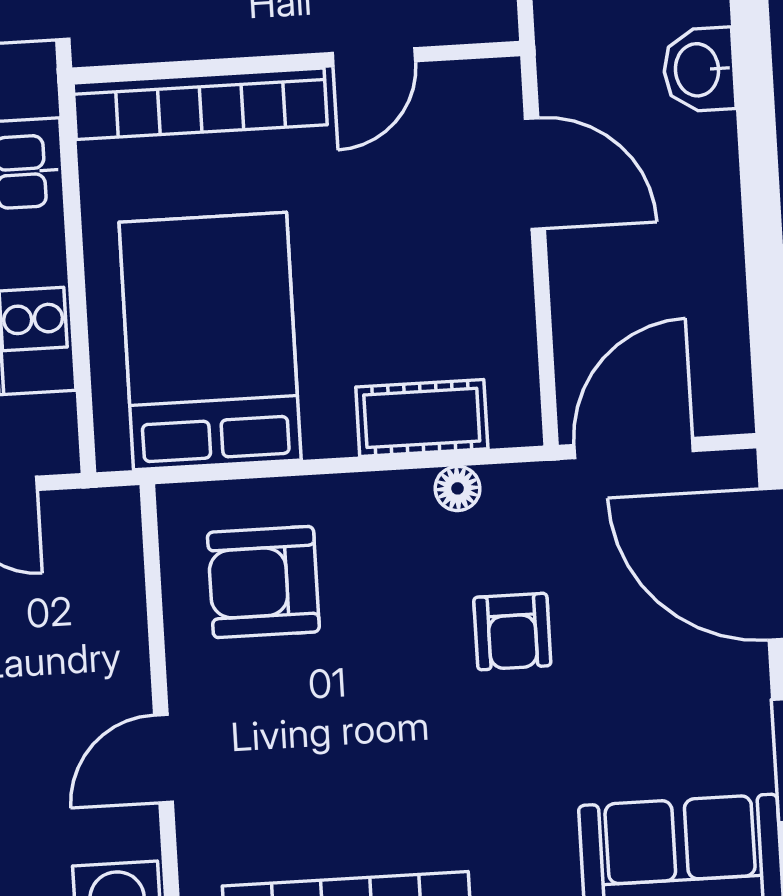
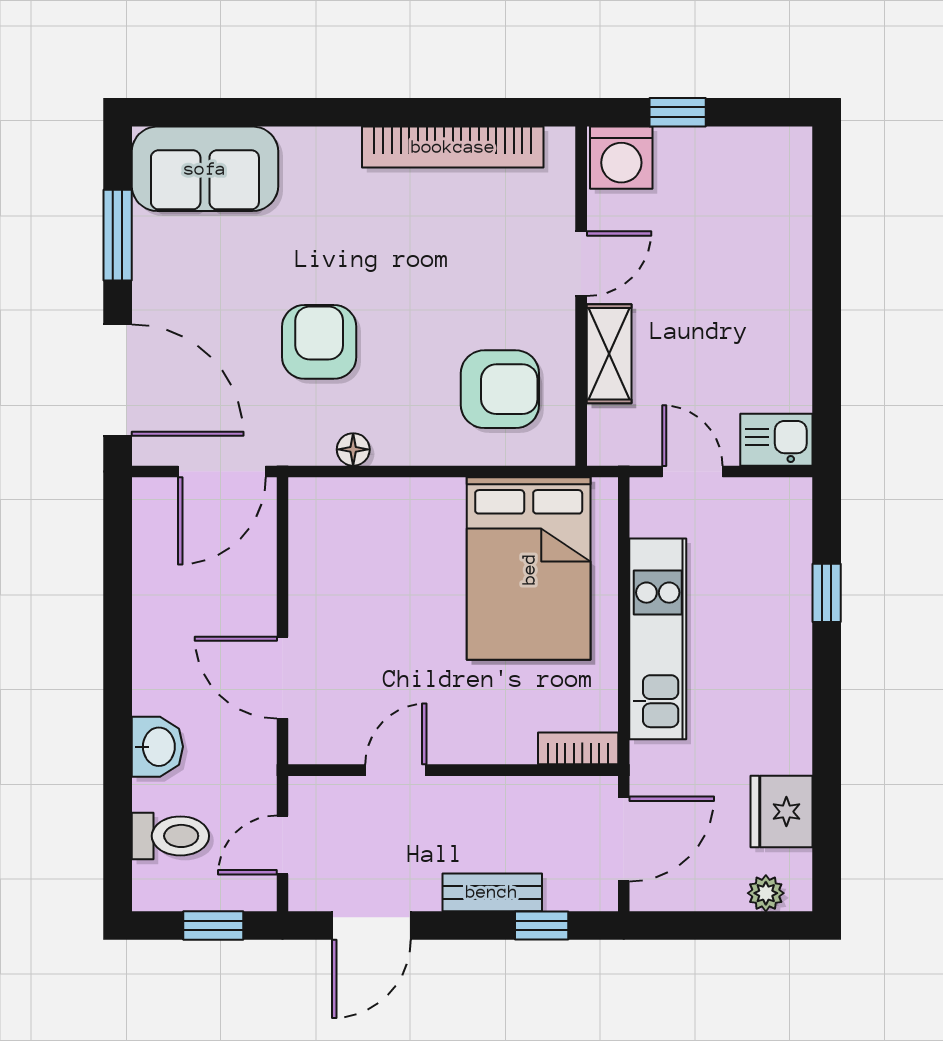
bookcase: (200, 104) -> (578, 748), width x0.43, depth x0.76
cot: (422, 418) -> (376, 503), removed
armchair: (512, 632) -> (319, 342), width x1.38, depth x1.38
shelving: (118, 639) -> (609, 354), added

